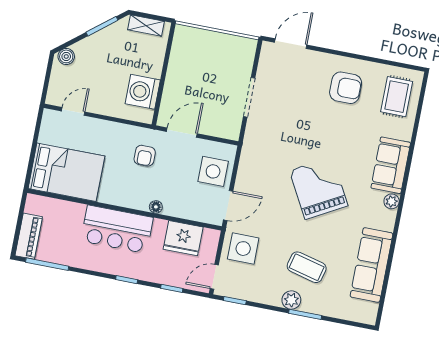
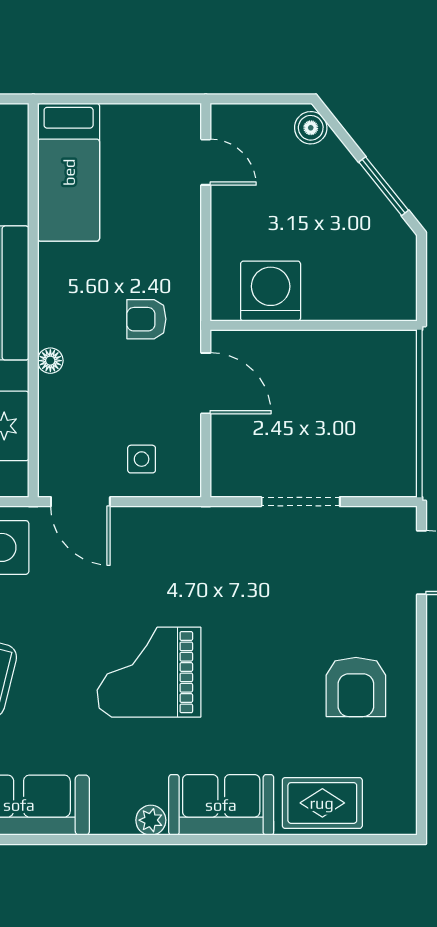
shelving: (146, 26) -> (402, 272), removed
rug: (397, 97) -> (322, 803), moved
side table: (213, 171) -> (142, 459), width x0.54, depth x0.54
bed: (66, 172) -> (69, 172), width x0.67
grand piano: (319, 188) -> (149, 672), turned -151

